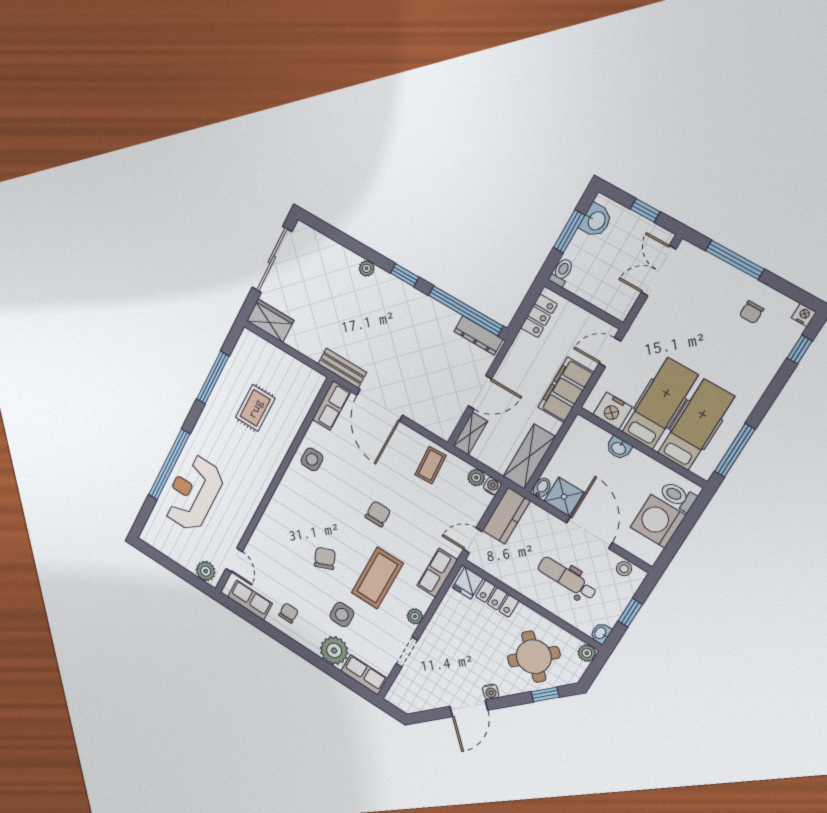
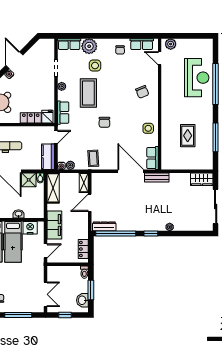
chair: (325, 558) -> (142, 92), moved

